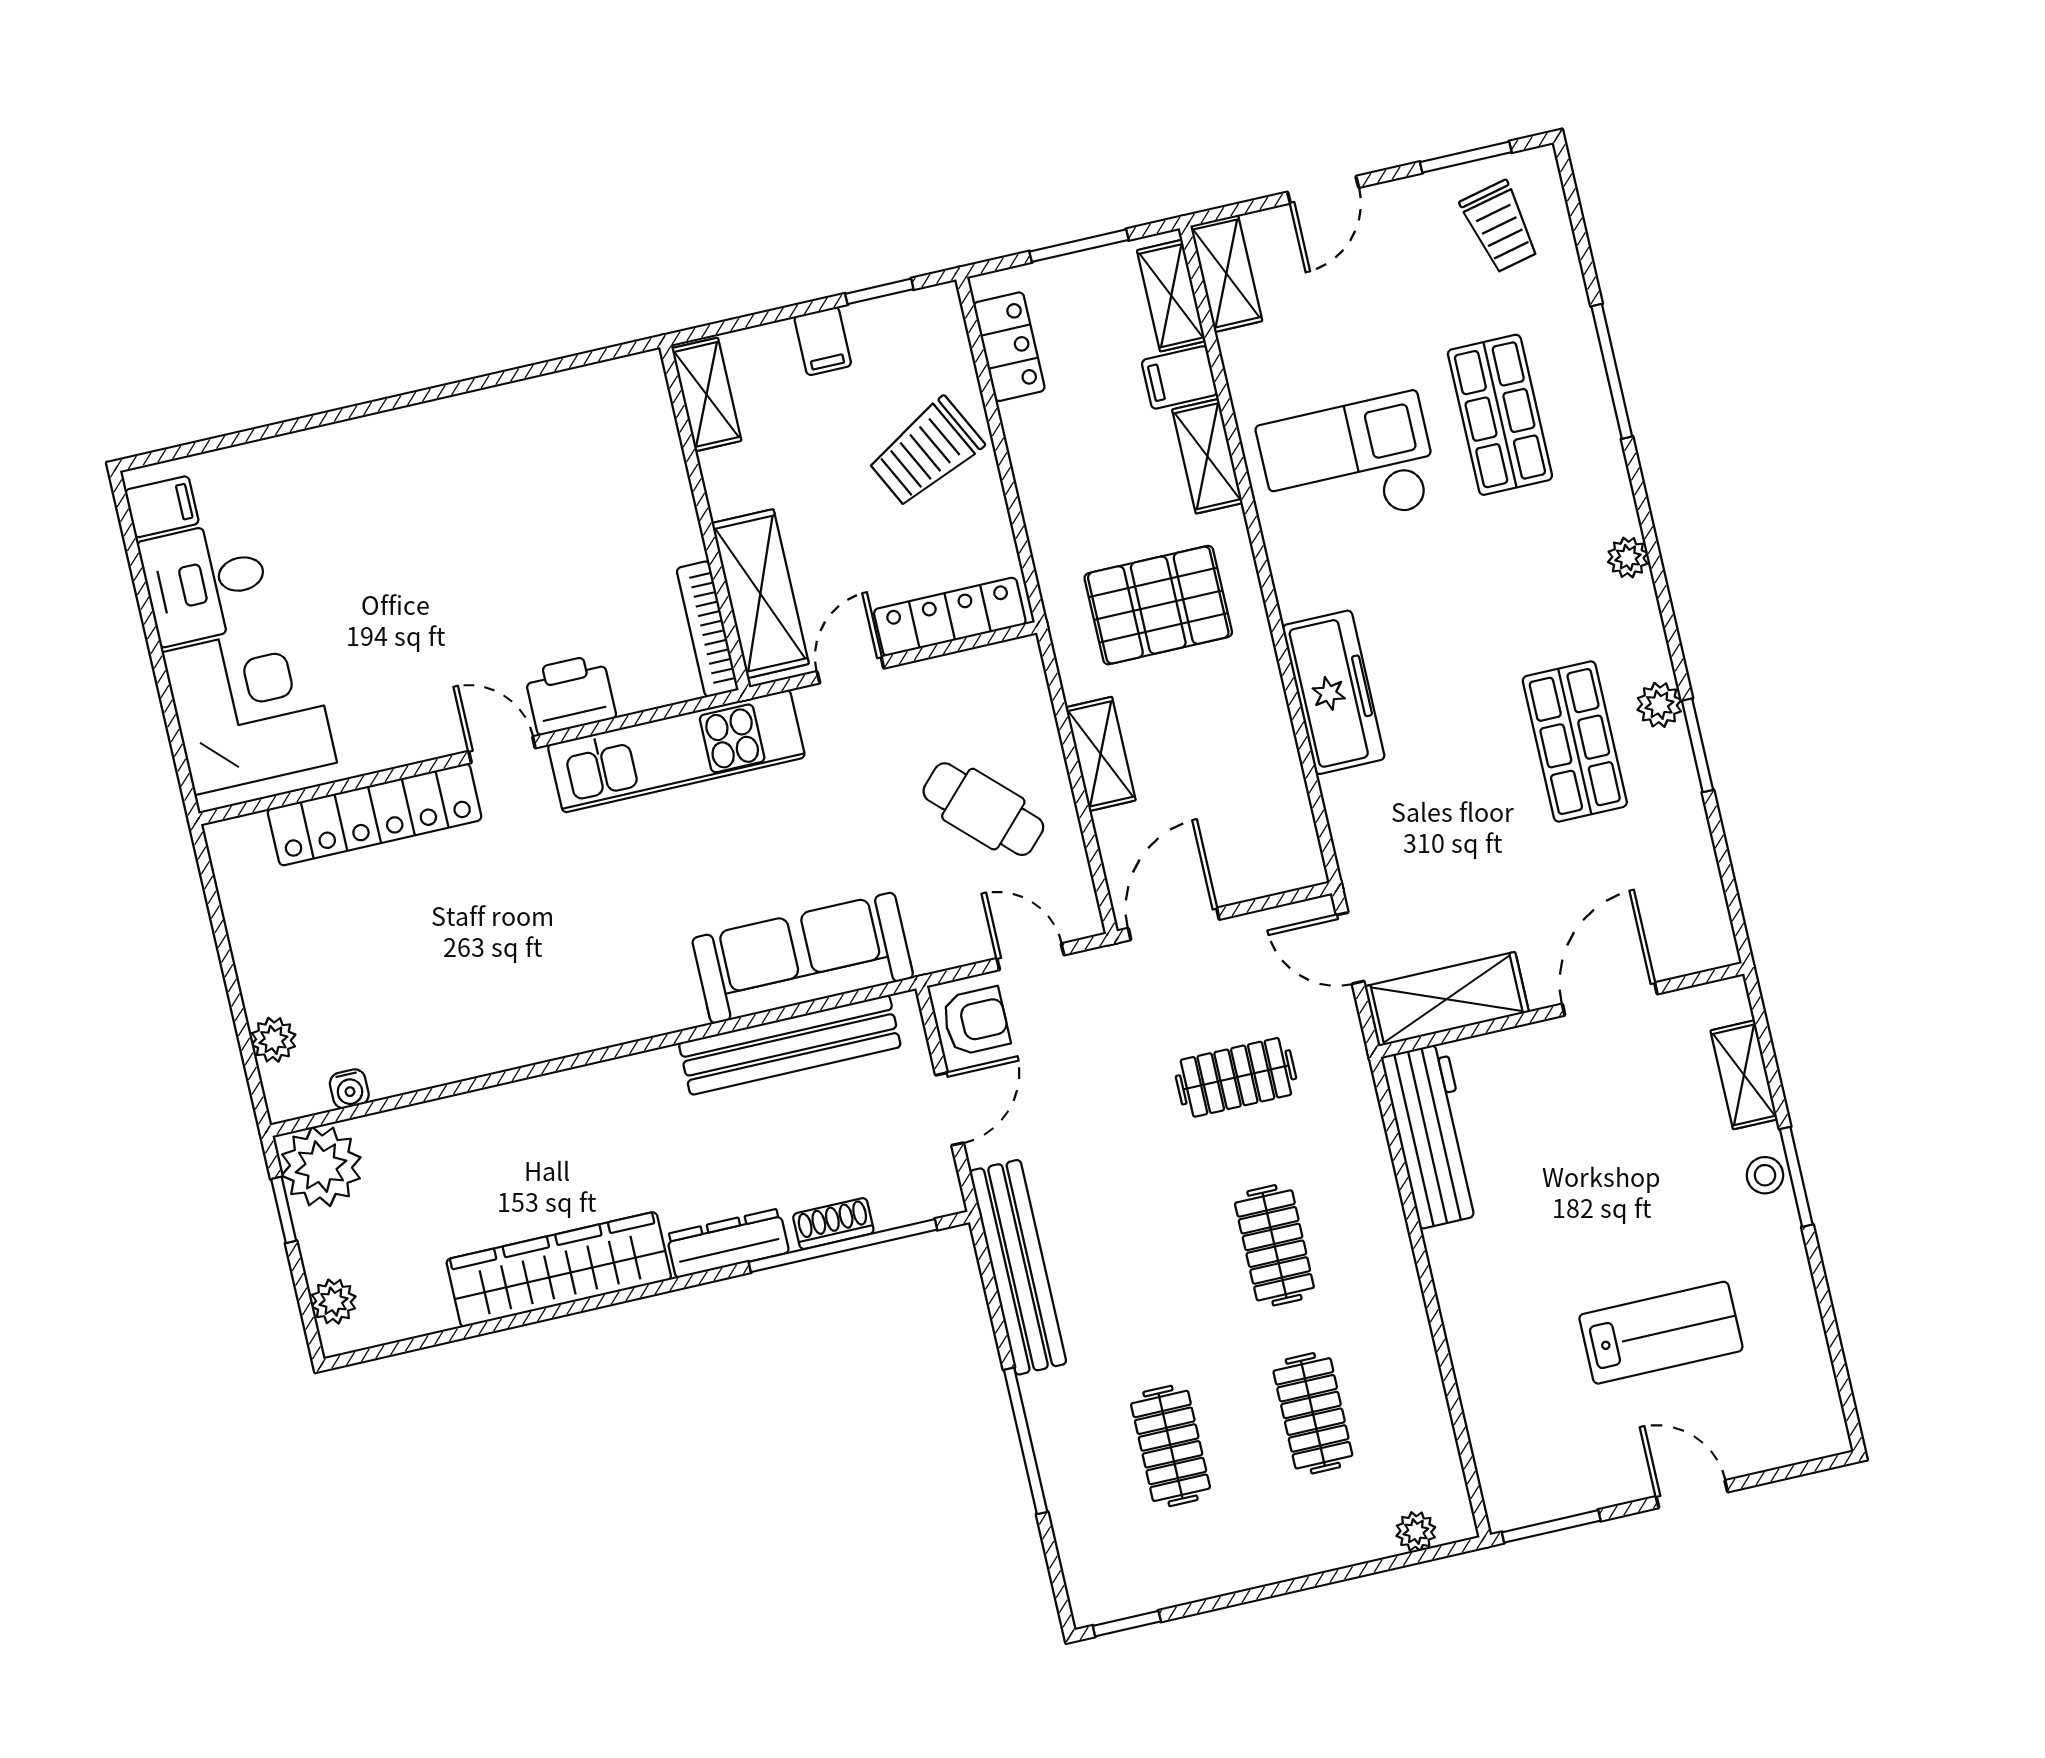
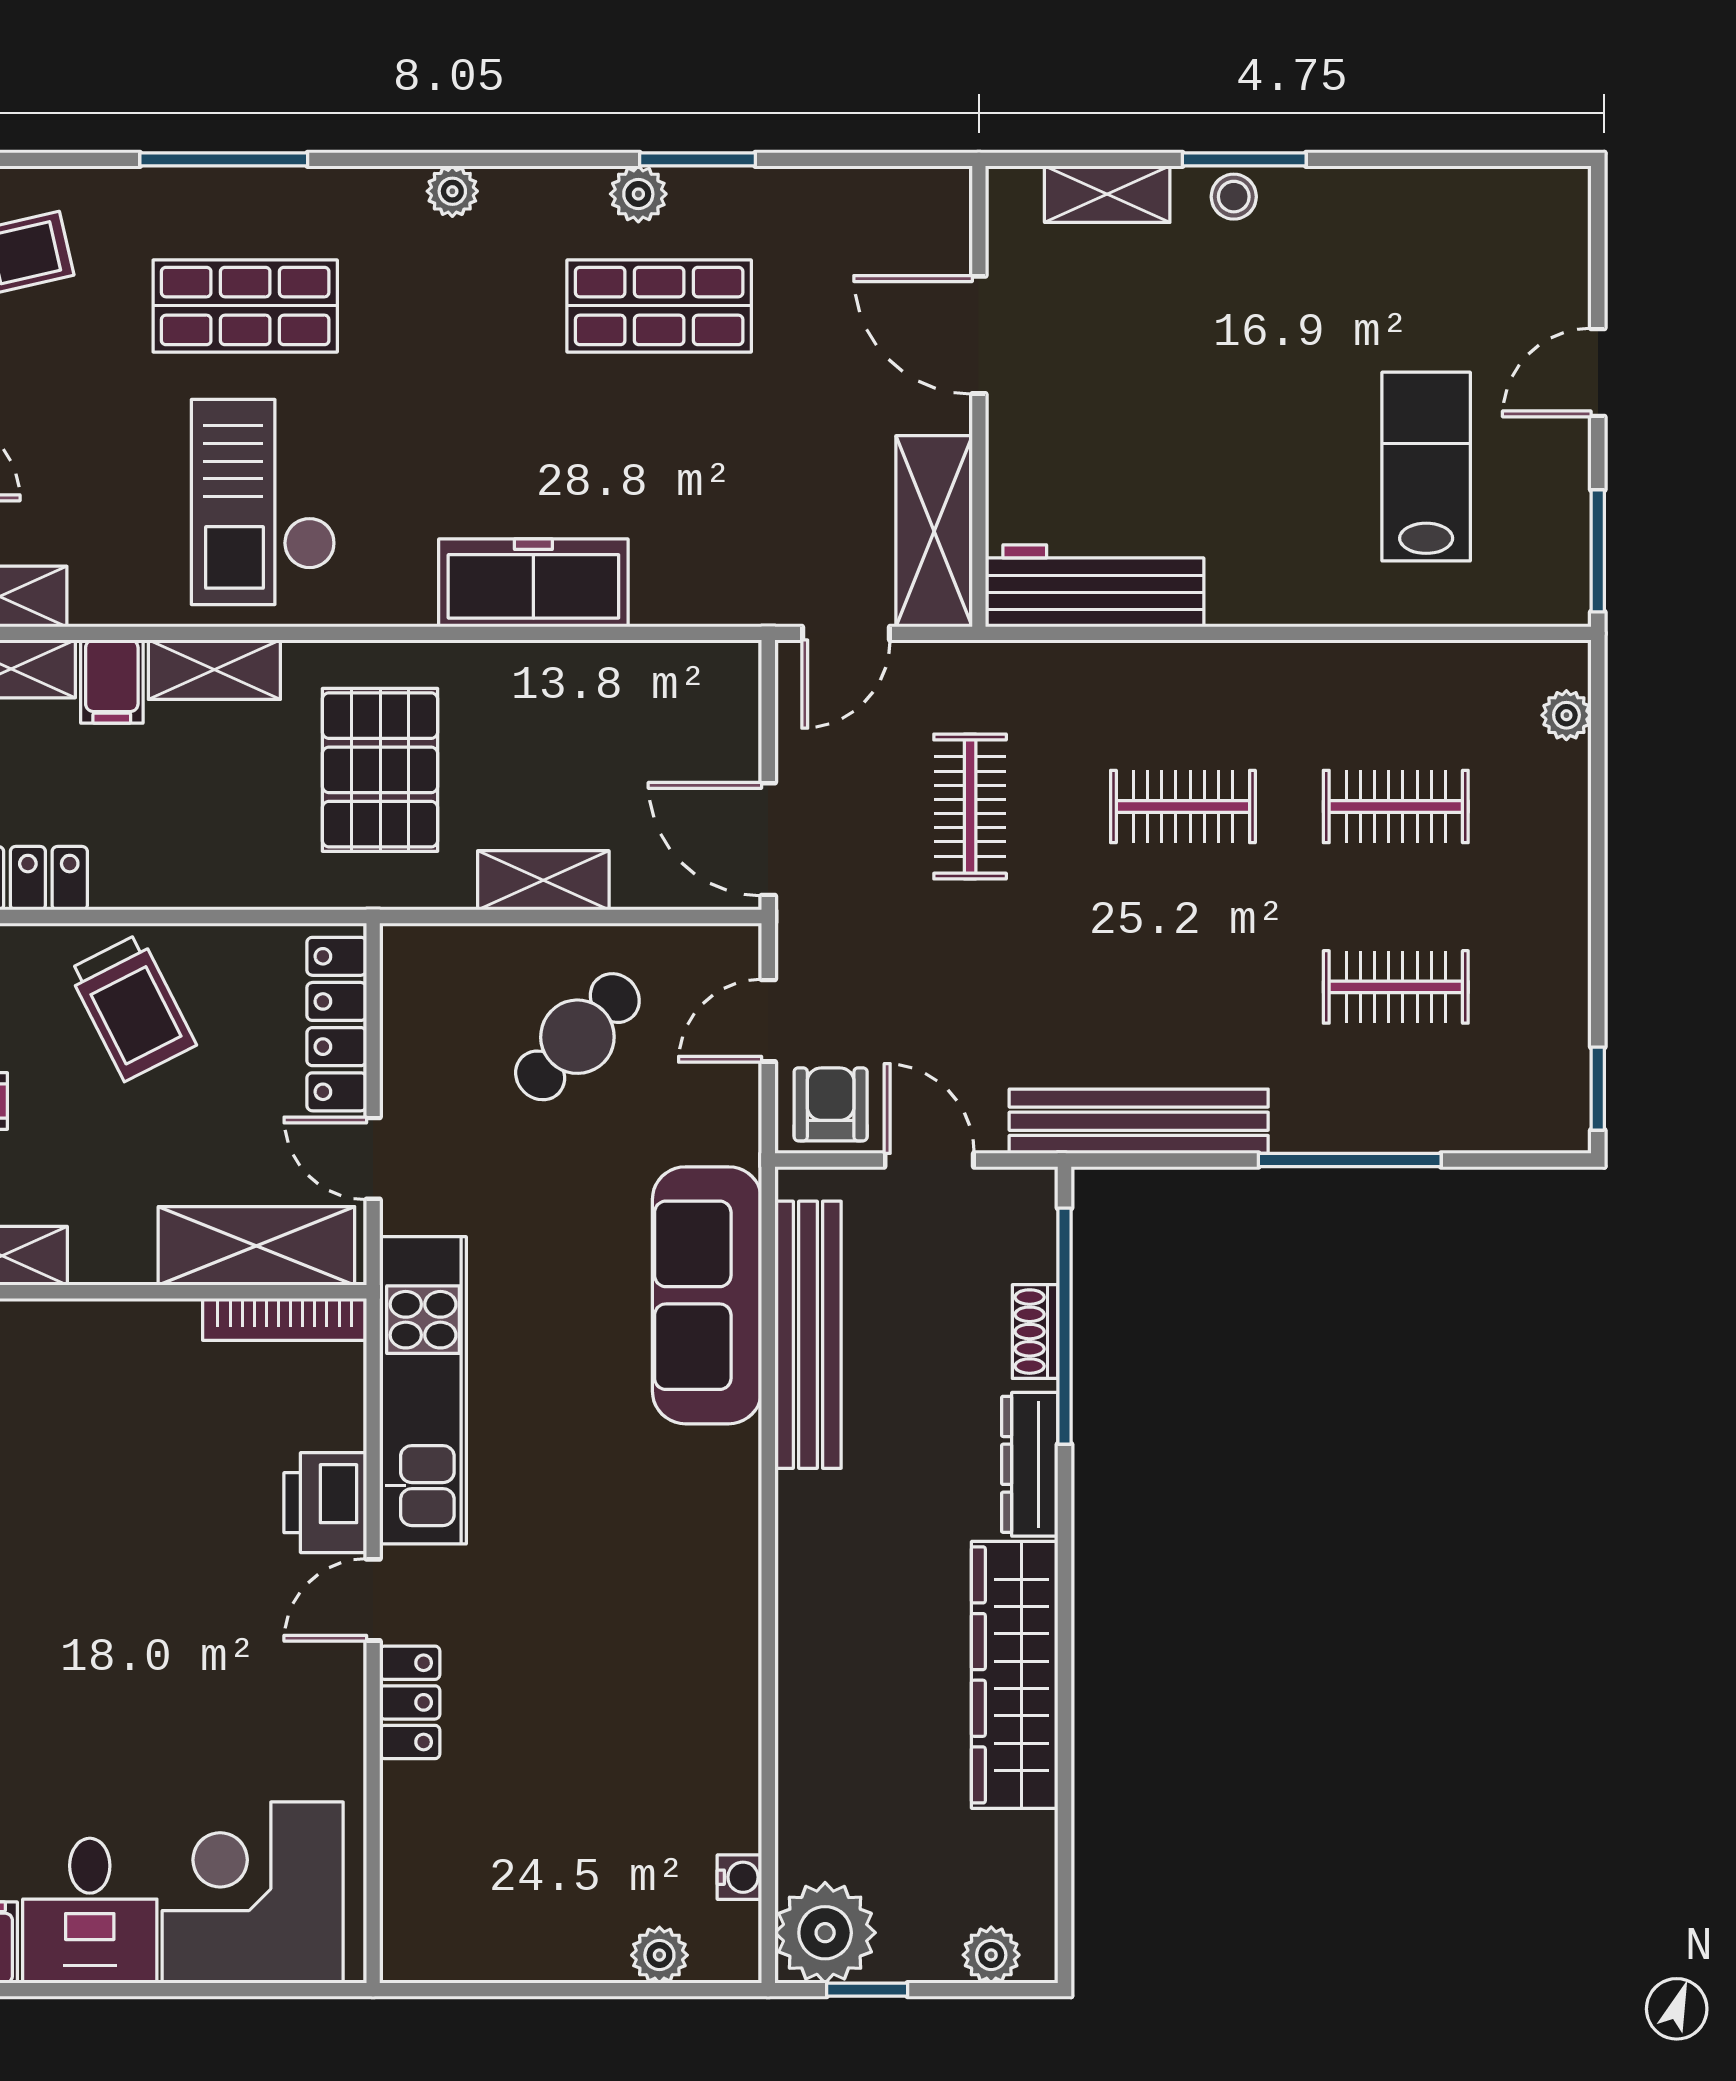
locker: (375, 814) -> (410, 1702), width x0.46, depth x0.83
lab bench: (1661, 1333) -> (1426, 467), moved

